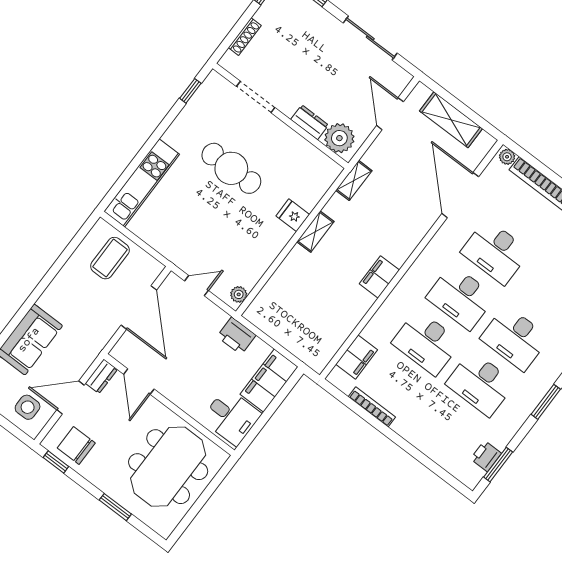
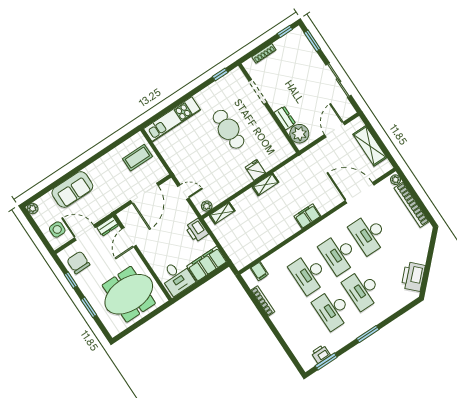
shelving: (354, 180) -> (222, 213), moved
door: (460, 195) -> (360, 193), hinge flipped
filing cabinet: (379, 277) -> (307, 216), moved
filing cabinet: (357, 357) -> (259, 271), width x0.50
window: (56, 462) -> (71, 280), moved

